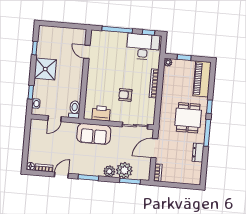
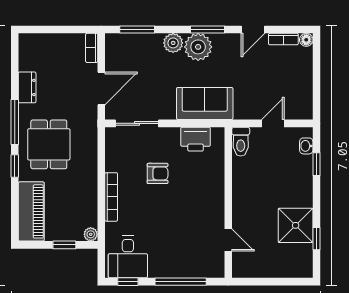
desk: (143, 47) -> (128, 257), width x0.73
shower: (45, 69) -> (296, 225), moved
plant: (124, 170) -> (198, 47), moved

